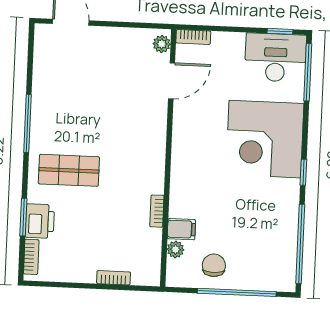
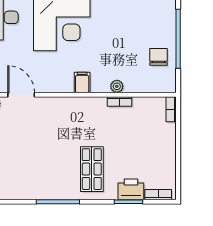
filing cabinet: (181, 229) -> (82, 82), moved
plant: (175, 249) -> (117, 86), moved
chair: (214, 265) -> (158, 57), turned 90
bookcase: (114, 278) -> (171, 109), moved

